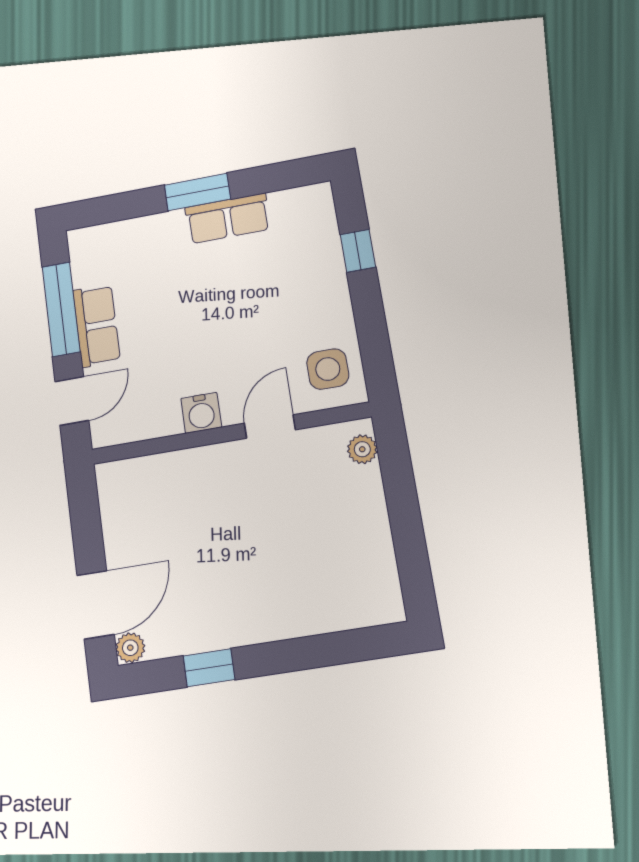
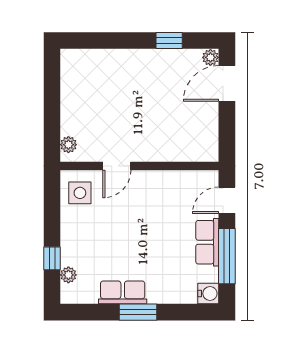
plant: (325, 229) -> (68, 275), added
water cooler: (201, 413) -> (208, 293), moved, turned 90

